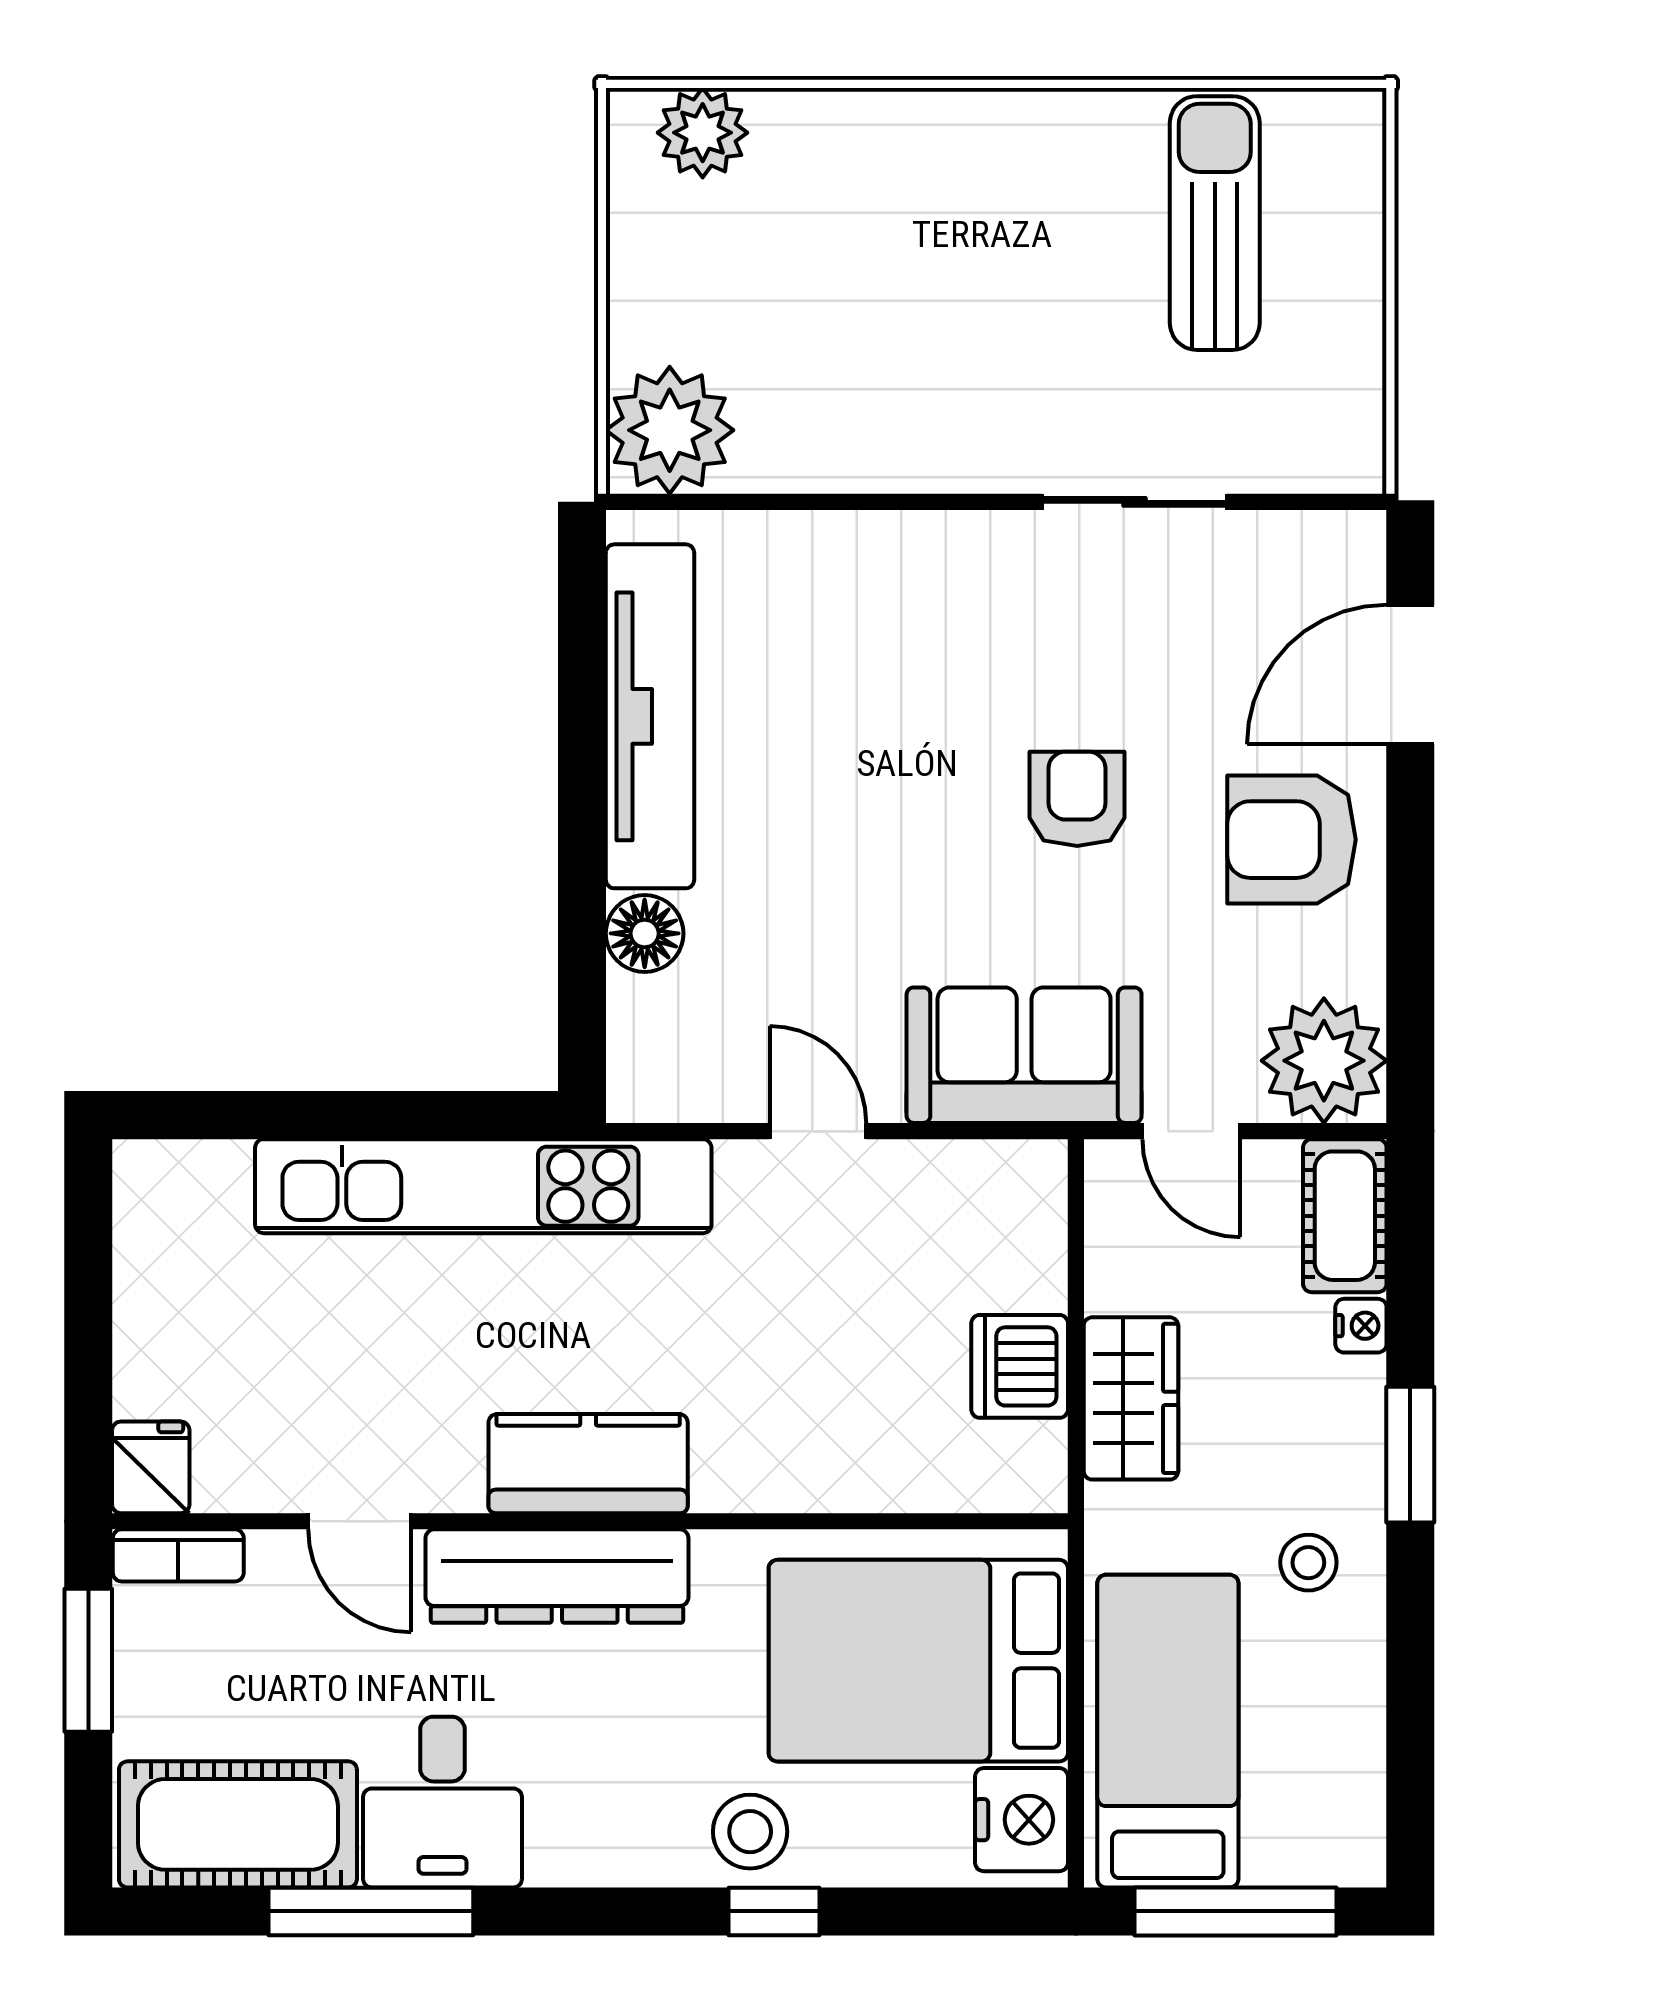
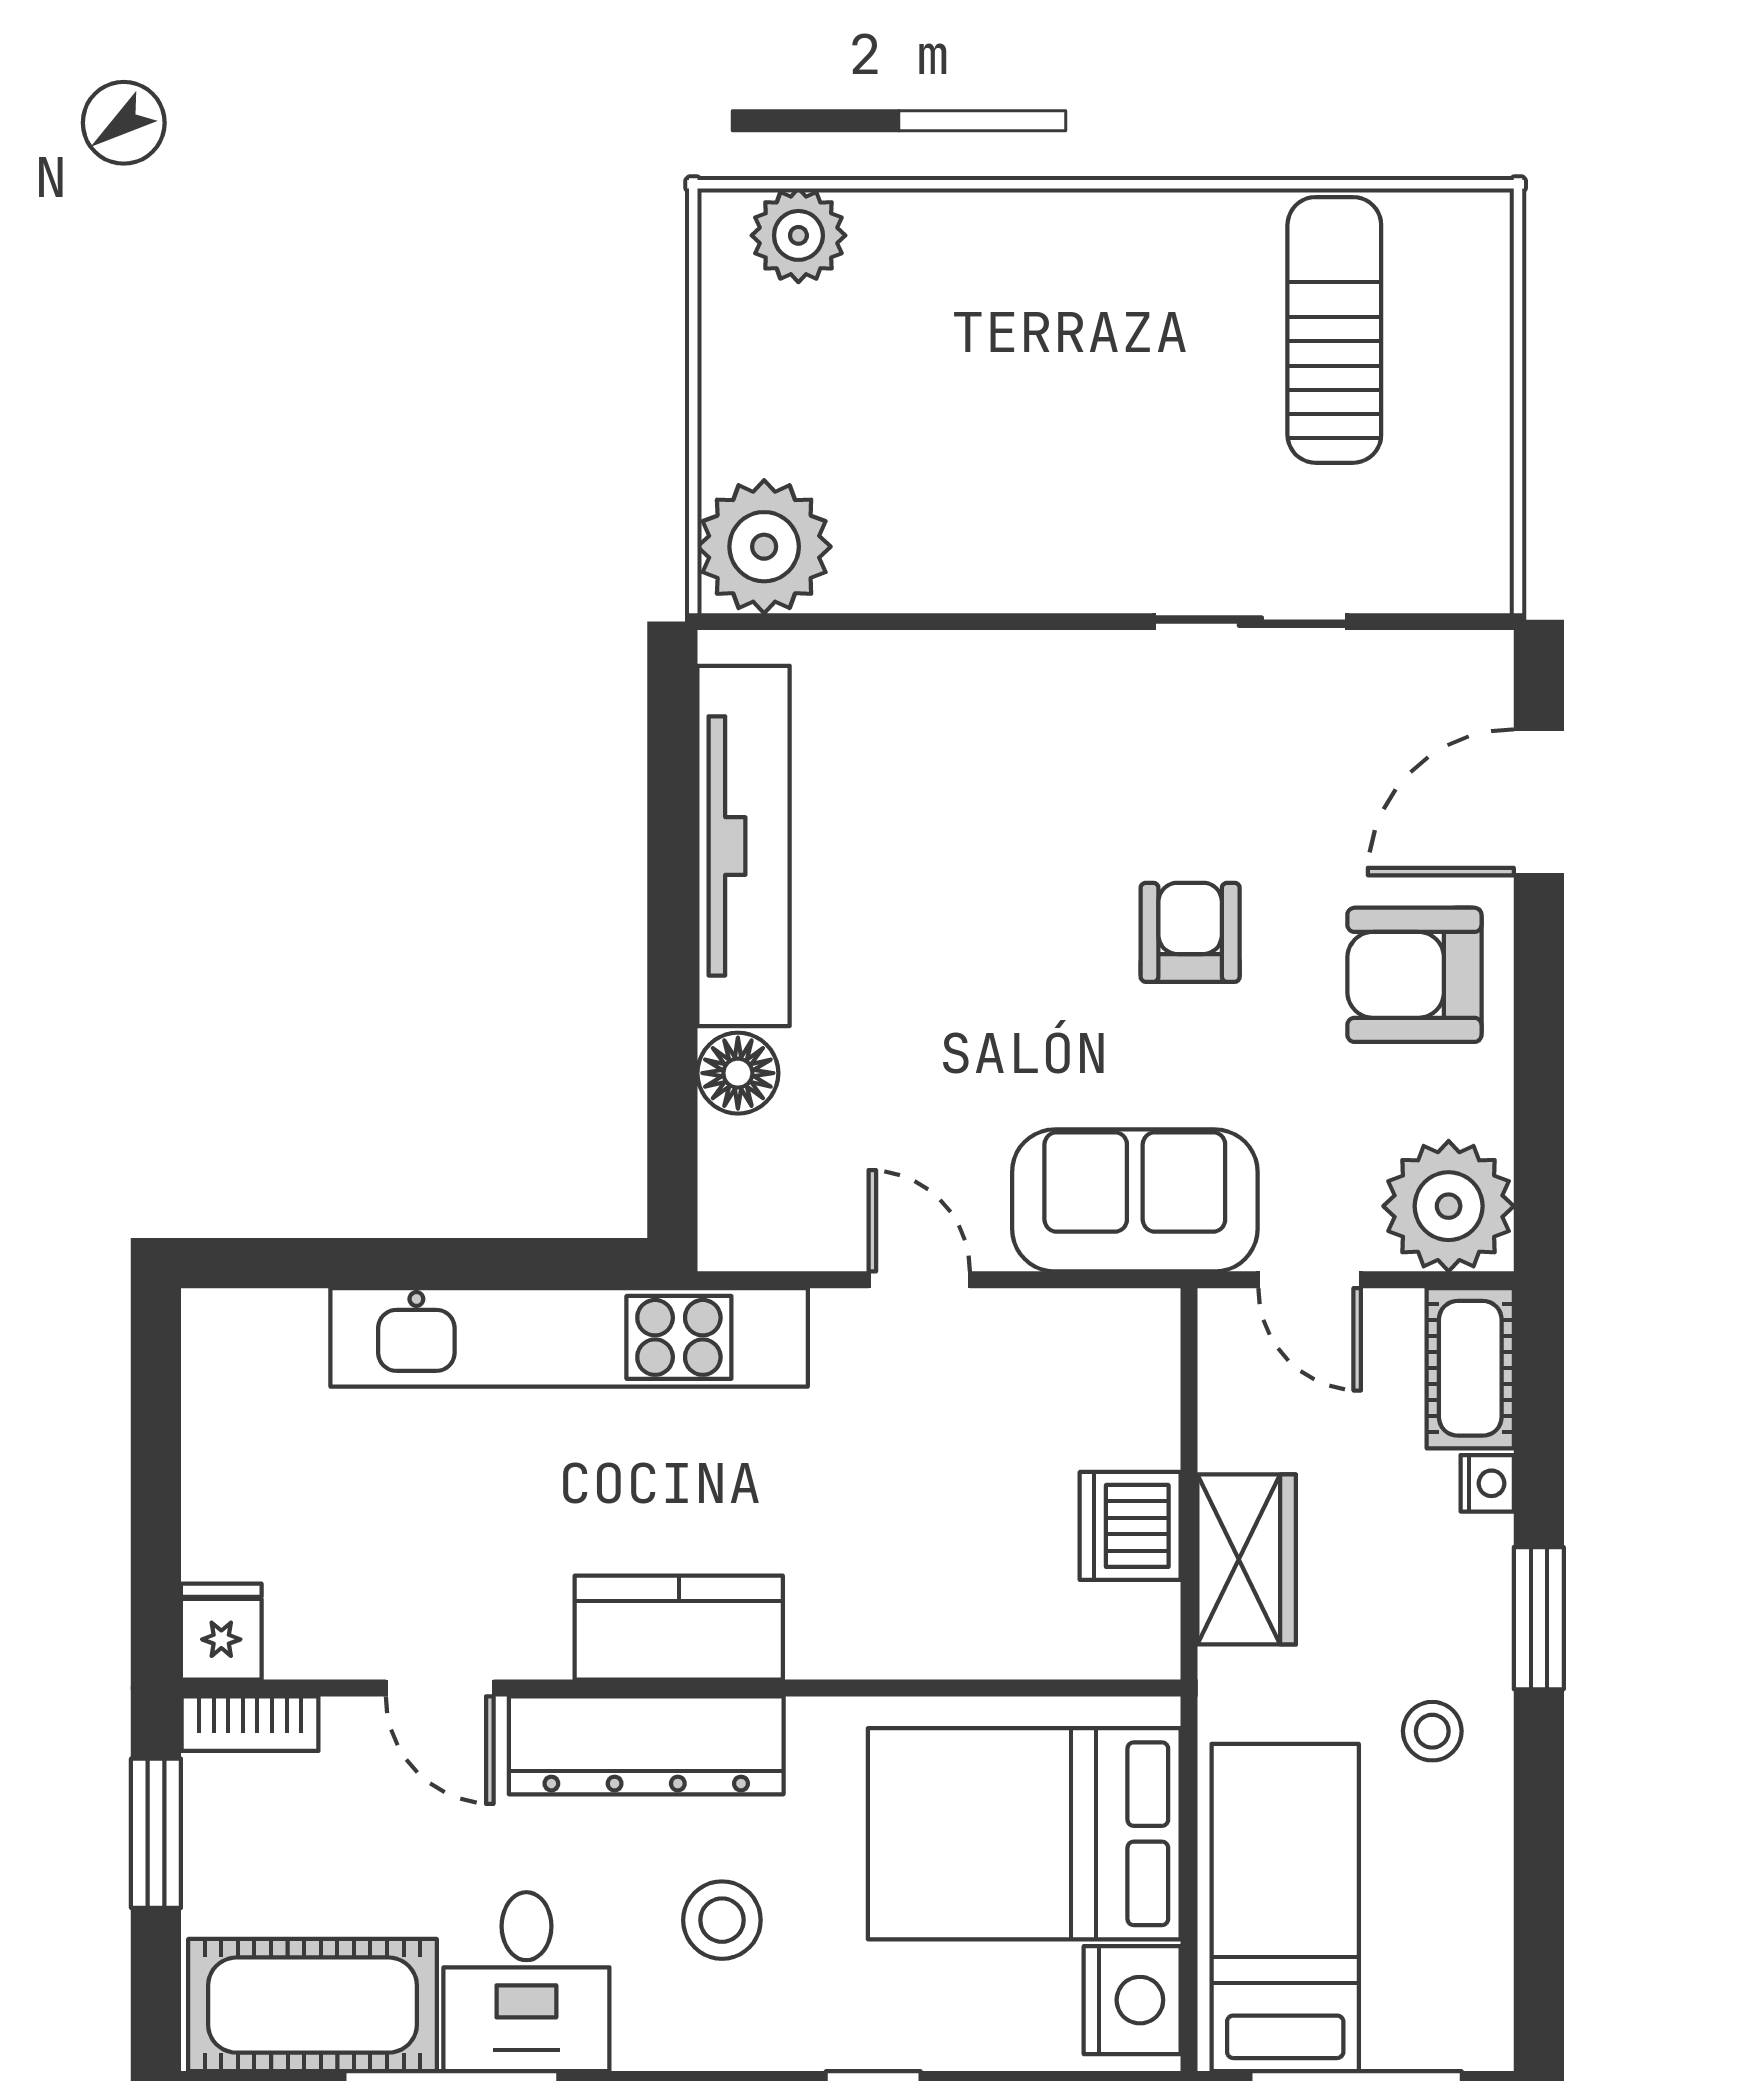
stool: (750, 1832) -> (722, 1920), moved

